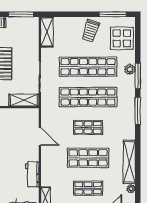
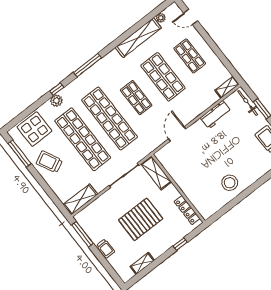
trolley: (91, 31) -> (49, 162), turned -135
window: (138, 76) -> (57, 89), width x0.46

